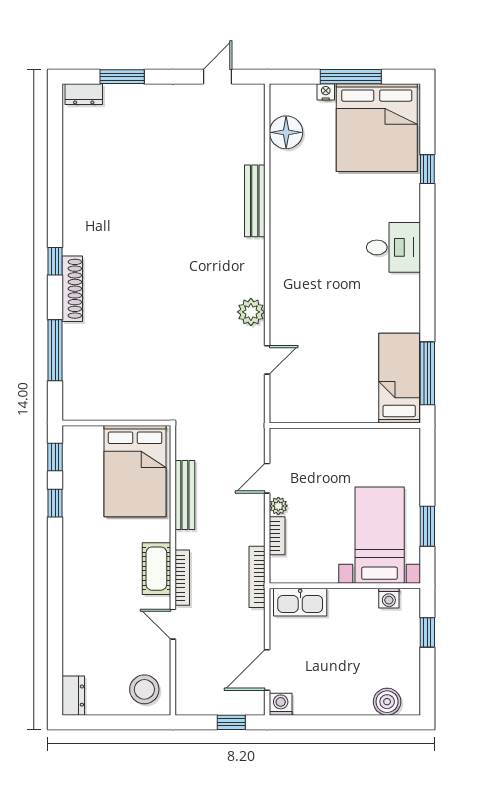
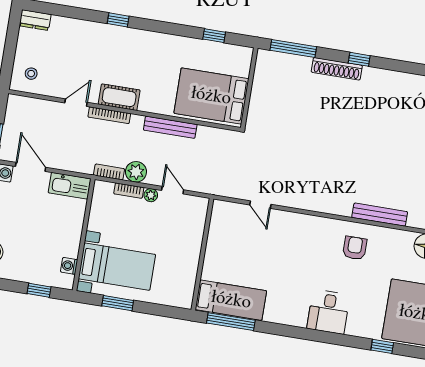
armchair: (304, 226) -> (355, 248), added
plant: (251, 312) -> (136, 172), moved
wall: (116, 423) -> (249, 88), moved
bed: (135, 471) -> (211, 96), moved
window: (55, 503) -> (118, 20), moved
bookcase: (257, 577) -> (109, 172), width x0.64
kitchen sink: (300, 602) -> (69, 186), moved, turned -90
stool: (144, 689) -> (31, 74), width x0.53, depth x0.53

